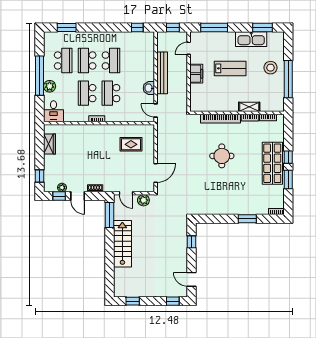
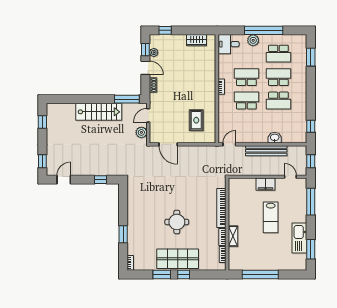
stool: (271, 68) -> (271, 257), removed
washbasin: (149, 88) -> (275, 138), moved
round table: (222, 156) -> (177, 222), moved
door: (78, 196) -> (145, 68), swing flipped

